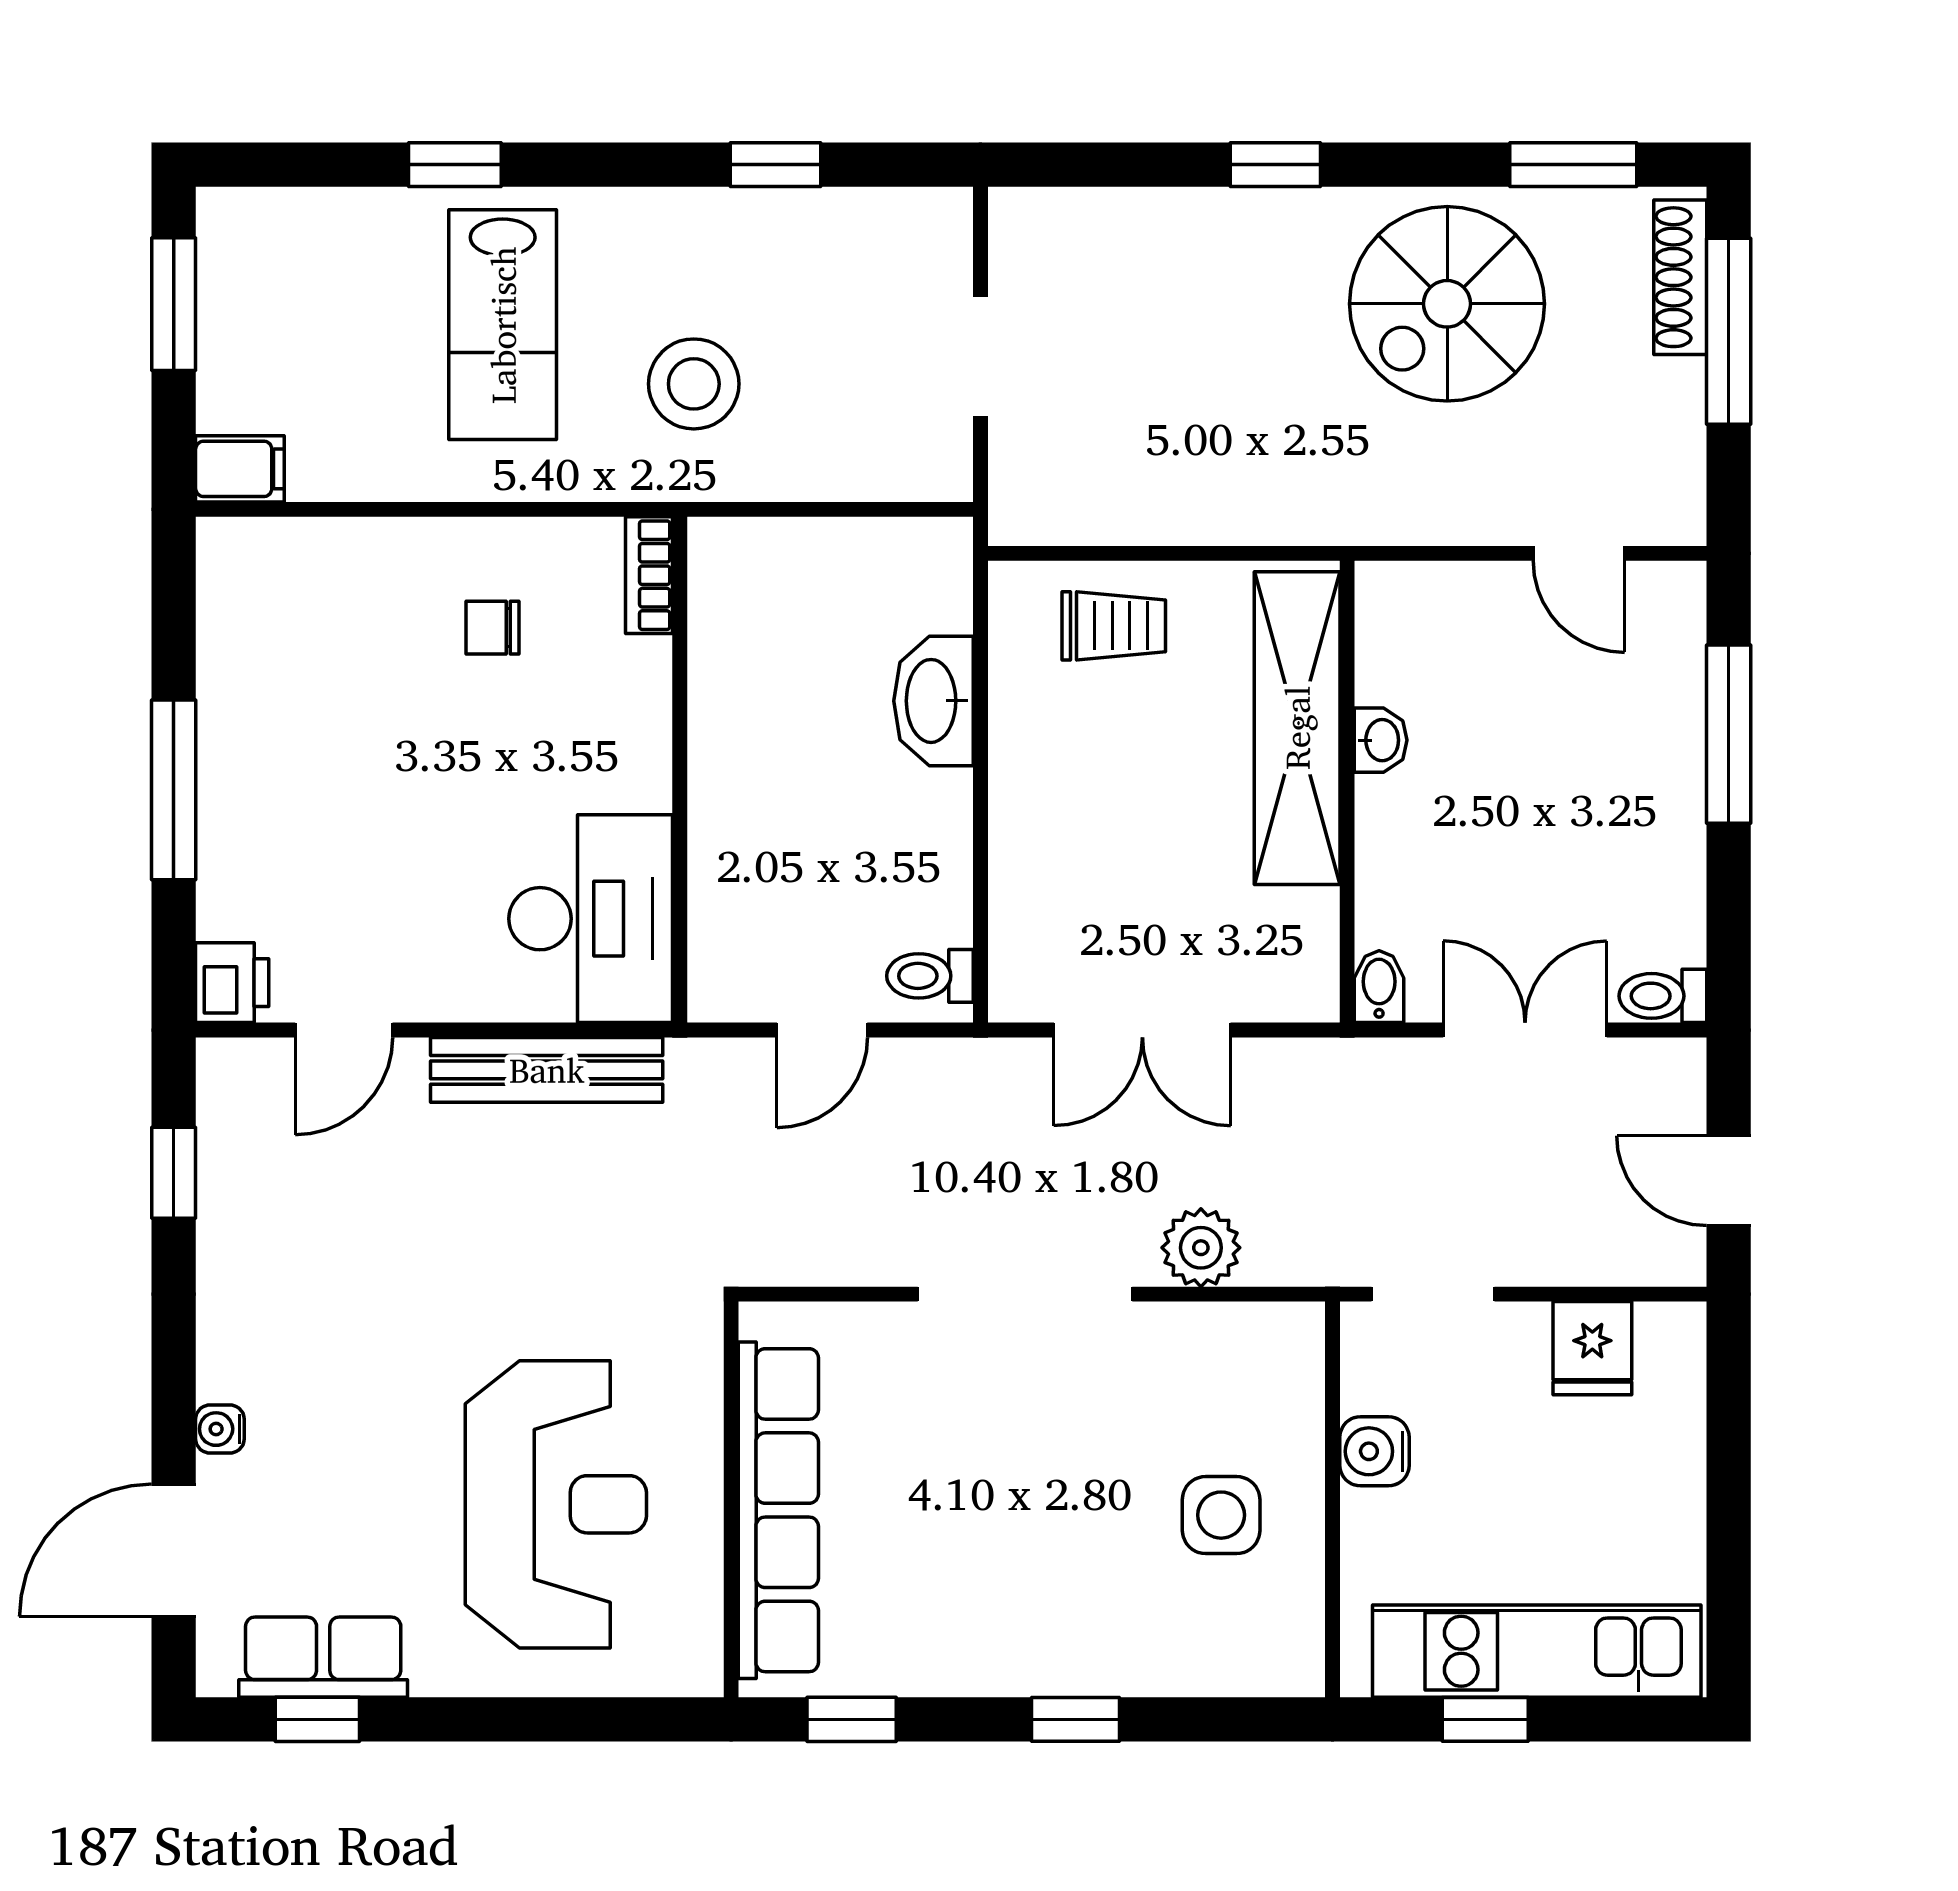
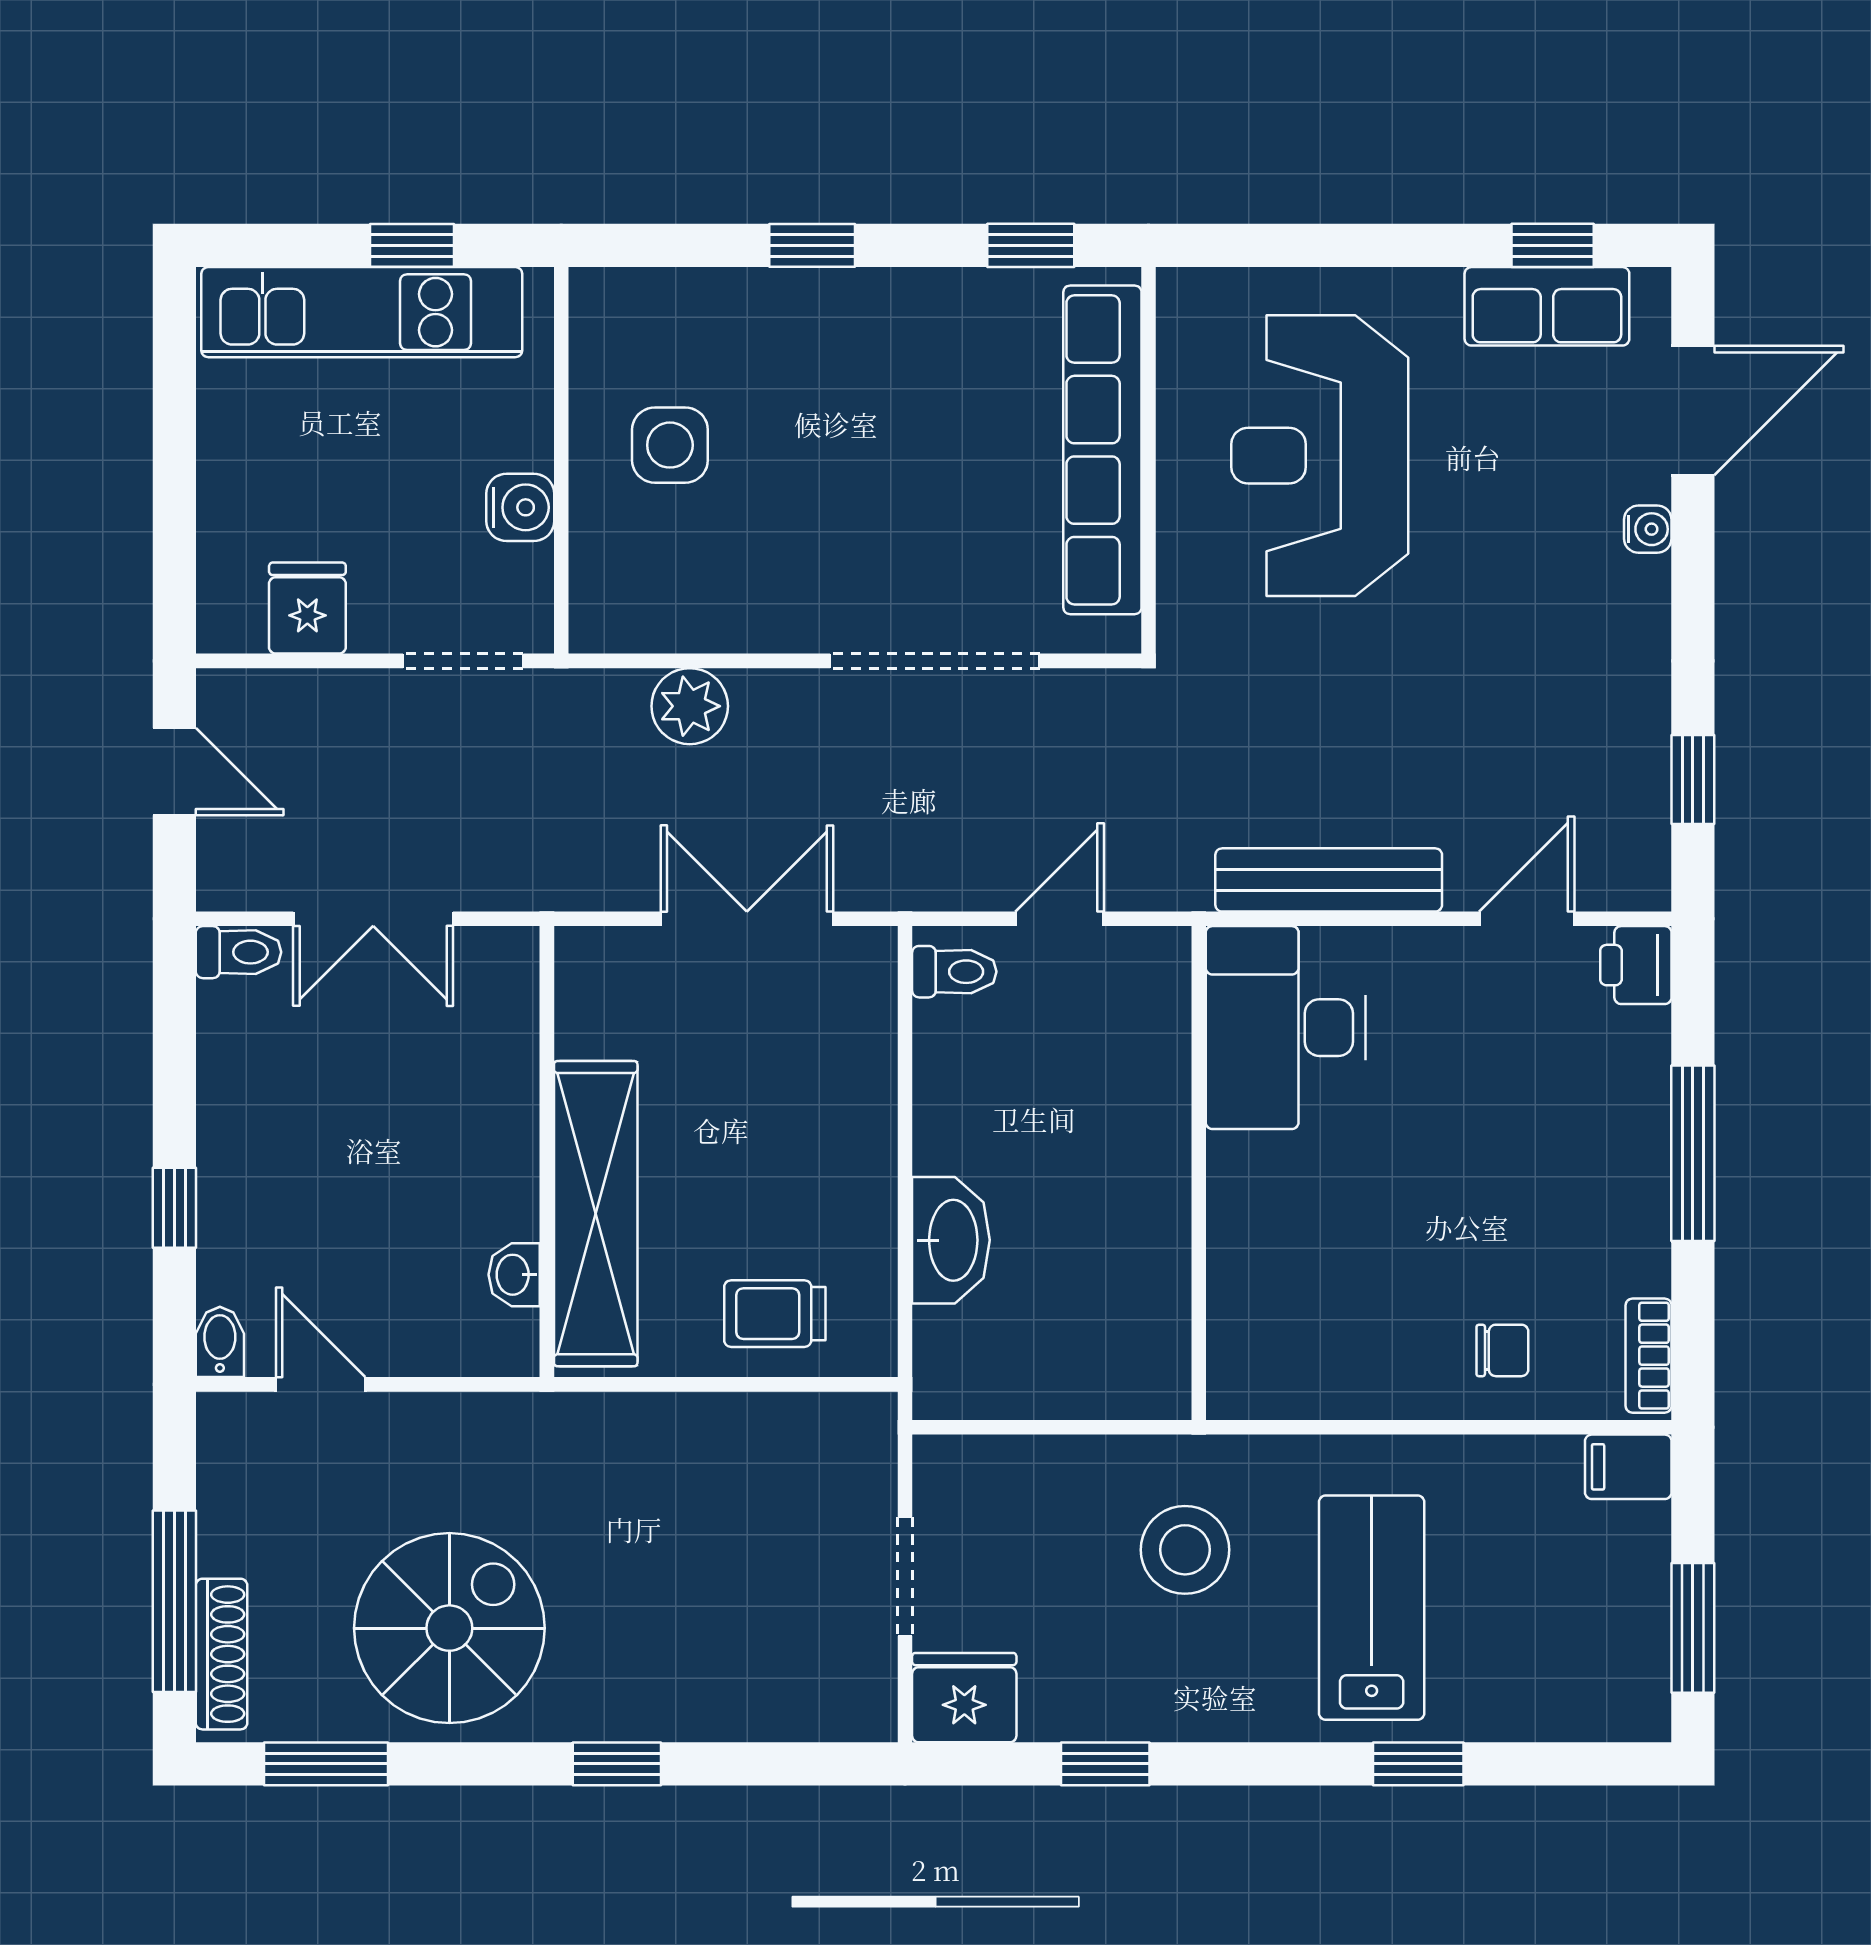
fridge: (920, 233) -> (964, 1698), added
bookcase: (649, 575) -> (1649, 1356), moved, turned 180
chair: (493, 628) -> (1502, 1350), moved
window: (1729, 734) -> (174, 1208), width x0.46
washbasin: (1381, 740) -> (514, 1275), moved
bidet: (1379, 987) -> (220, 1342), moved, turned 180
doorway: (1025, 1294) -> (935, 661), moved

